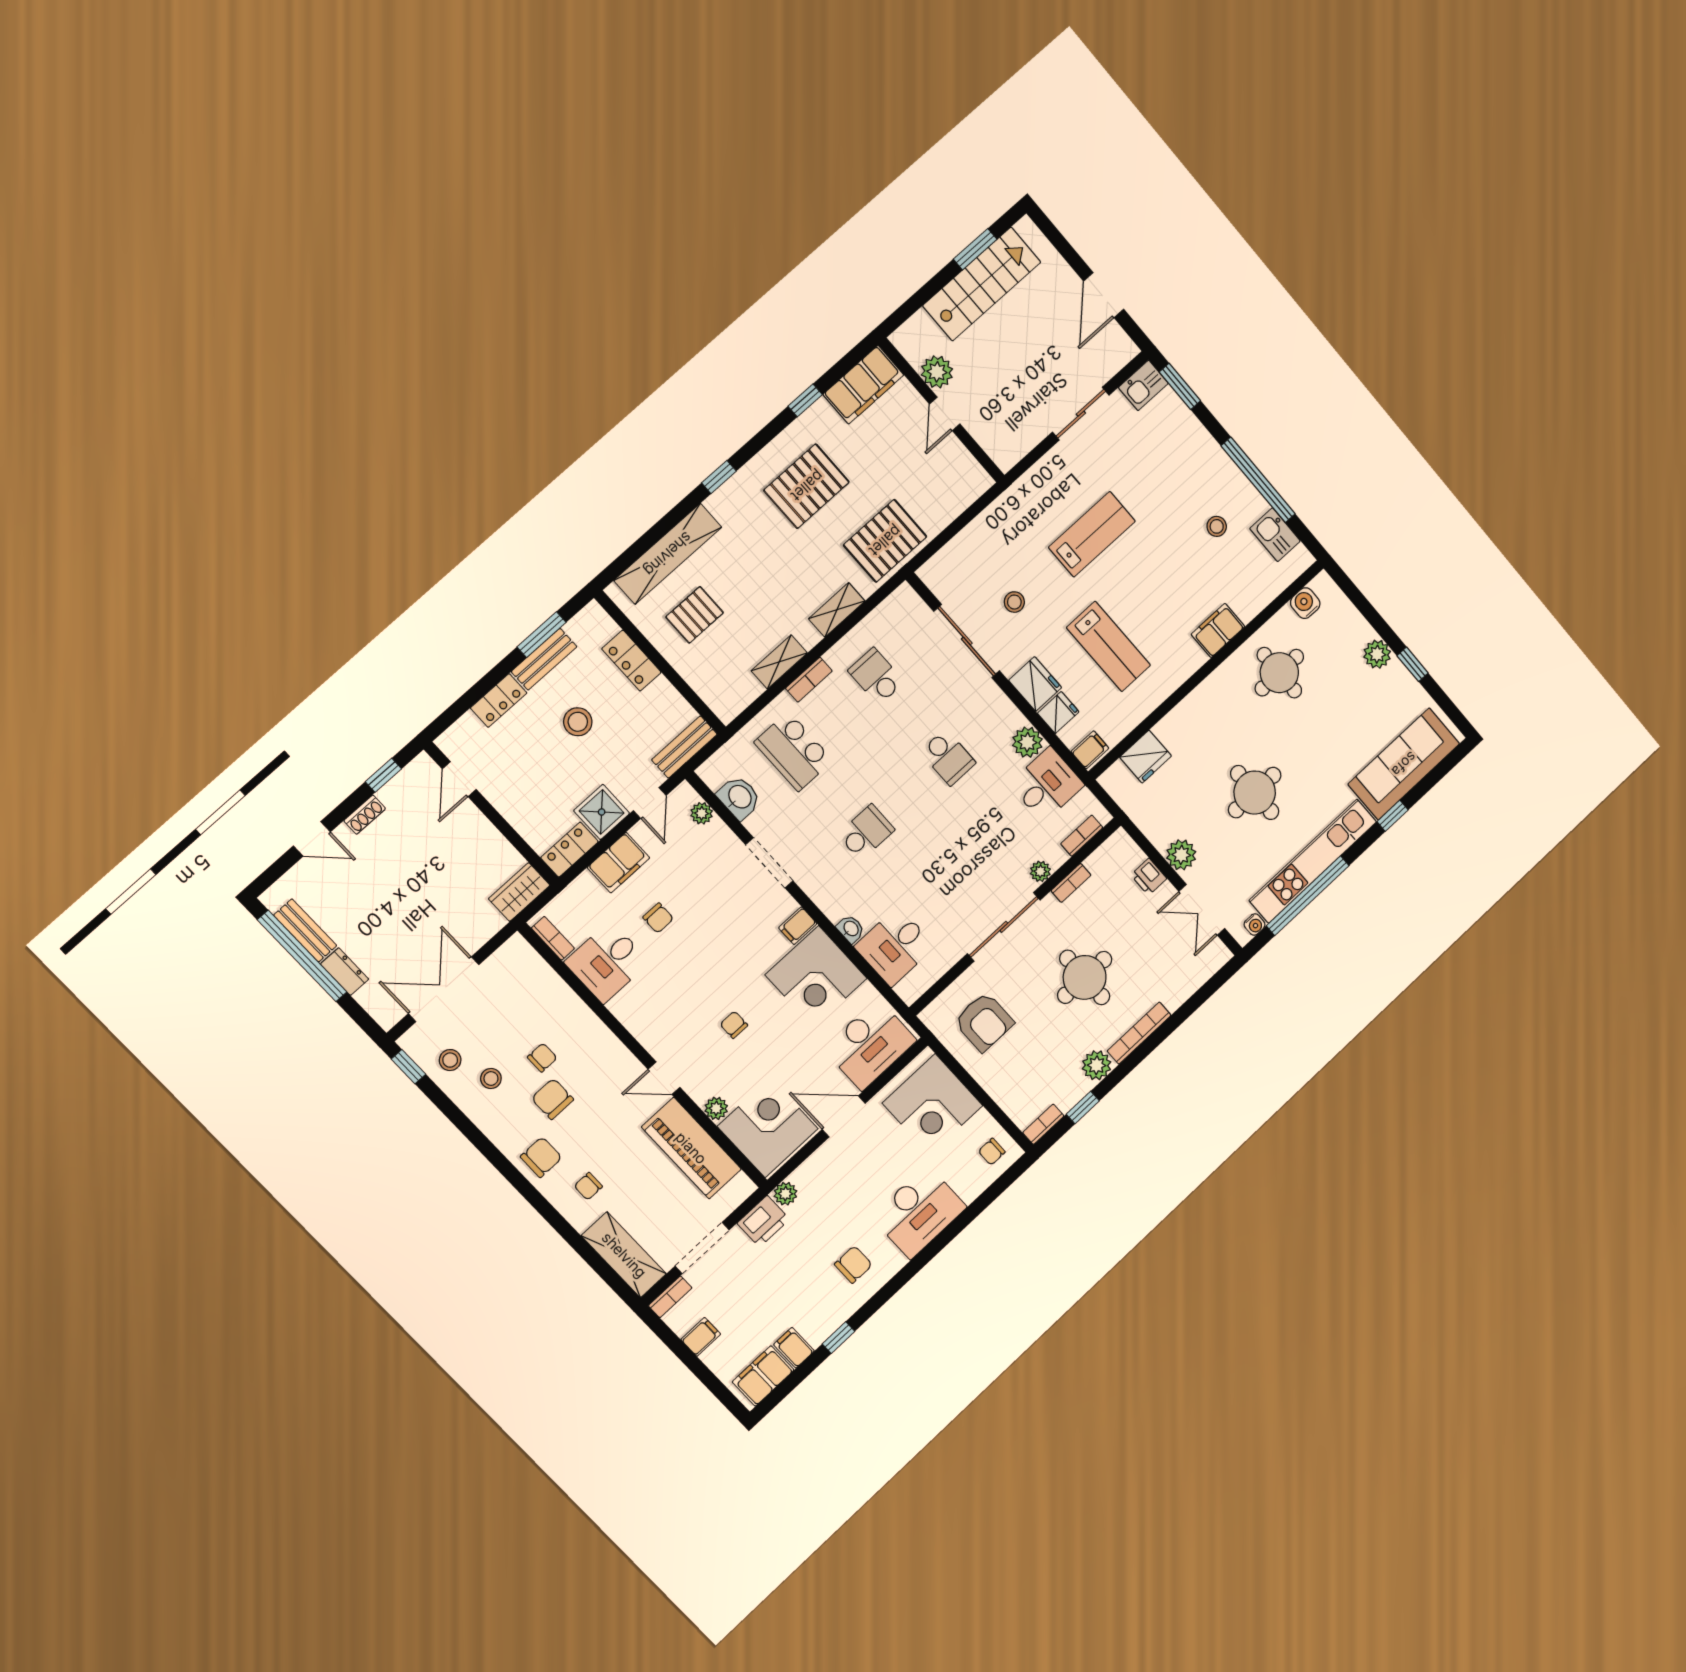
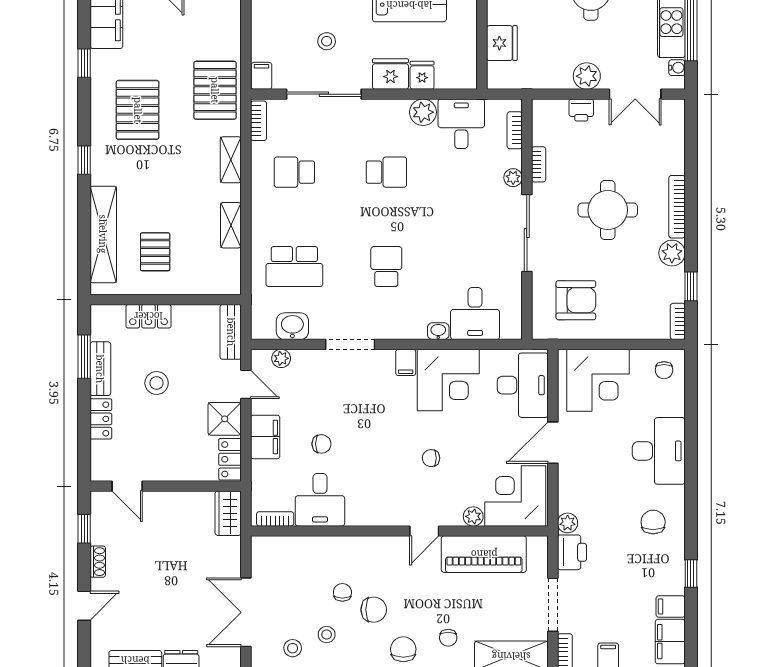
bookcase: (809, 680) -> (258, 121), moved
filing cabinet: (1090, 750) -> (261, 76), moved
chair: (552, 1099) -> (374, 610), turned 180

